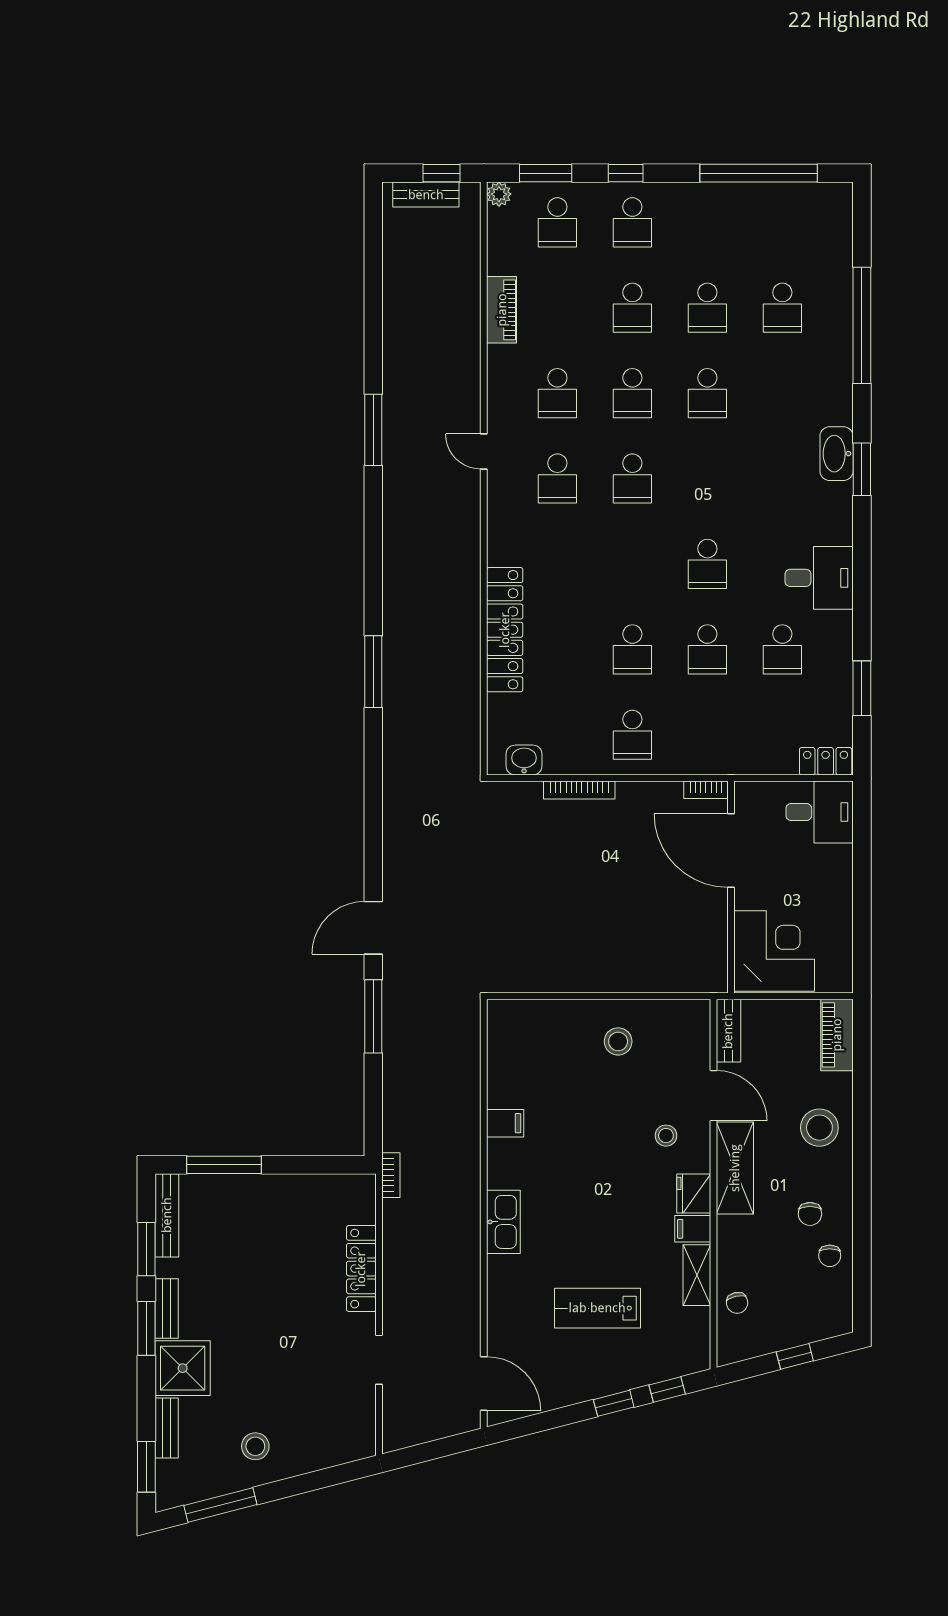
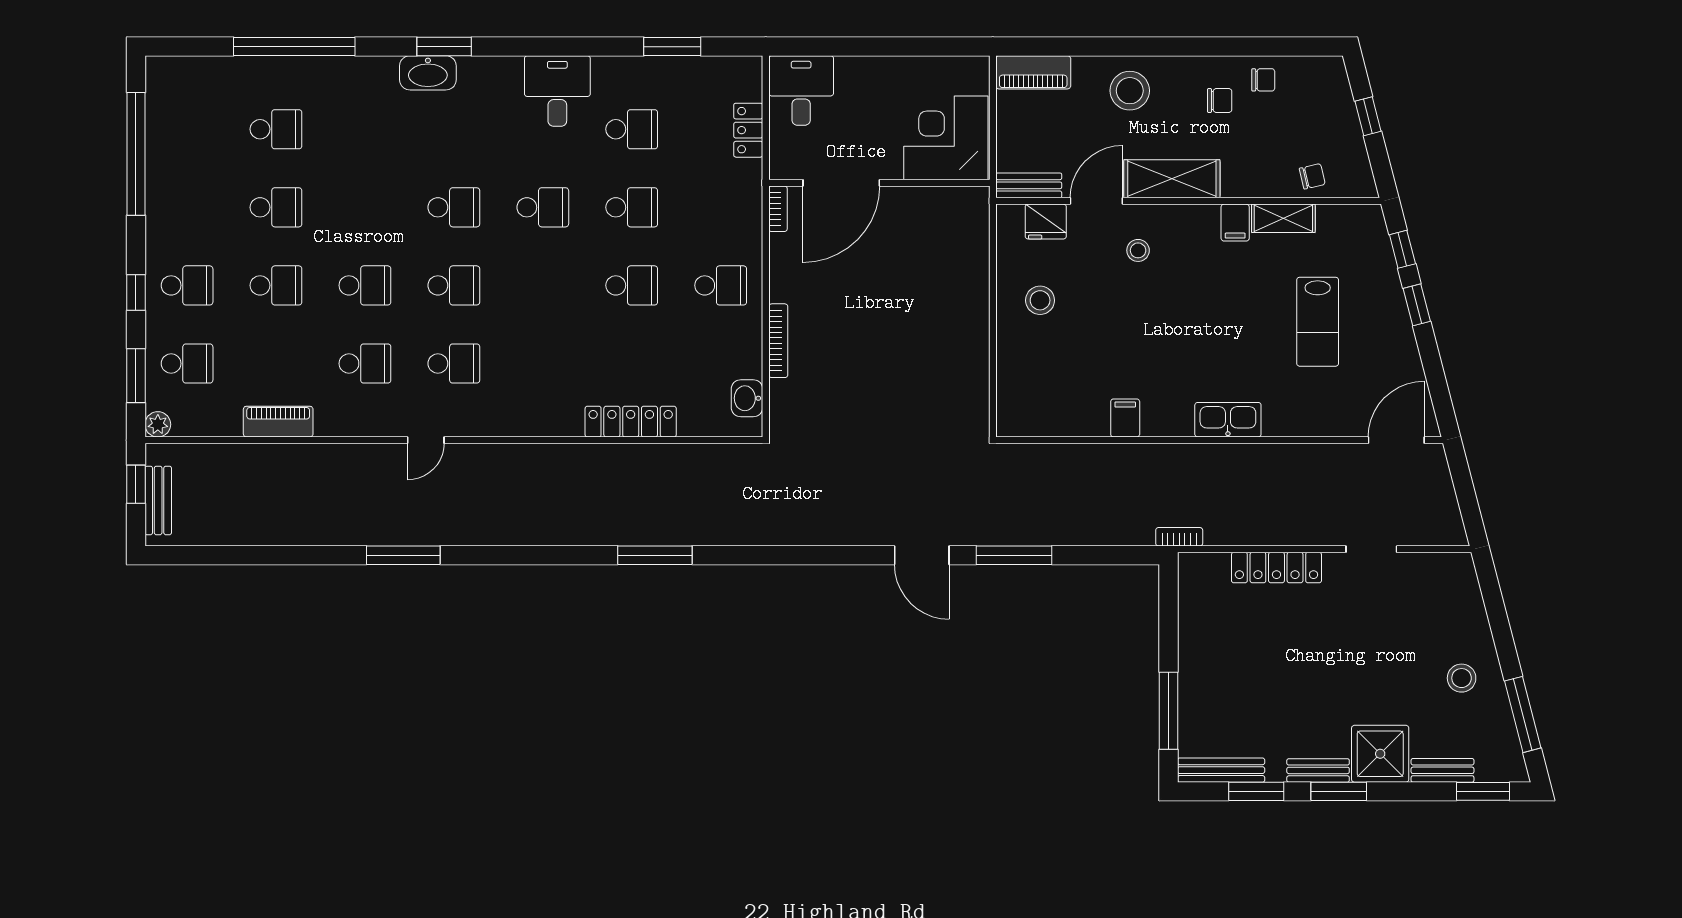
school desk: (707, 393) -> (454, 207), moved
locker: (505, 630) -> (631, 422), width x0.71, depth x0.83
locker: (826, 761) -> (748, 130), moved
fridge: (694, 1193) -> (1046, 222), moved

